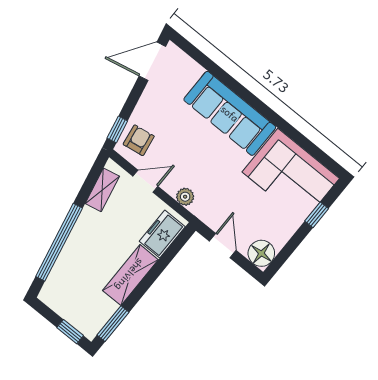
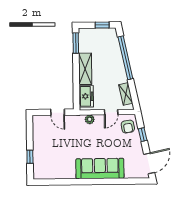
window: (117, 130) -> (143, 135), moved
corner sofa: (291, 175) -> (54, 164), removed
floor lamp: (261, 253) -> (39, 122), removed
window: (70, 332) -> (102, 25), moved

